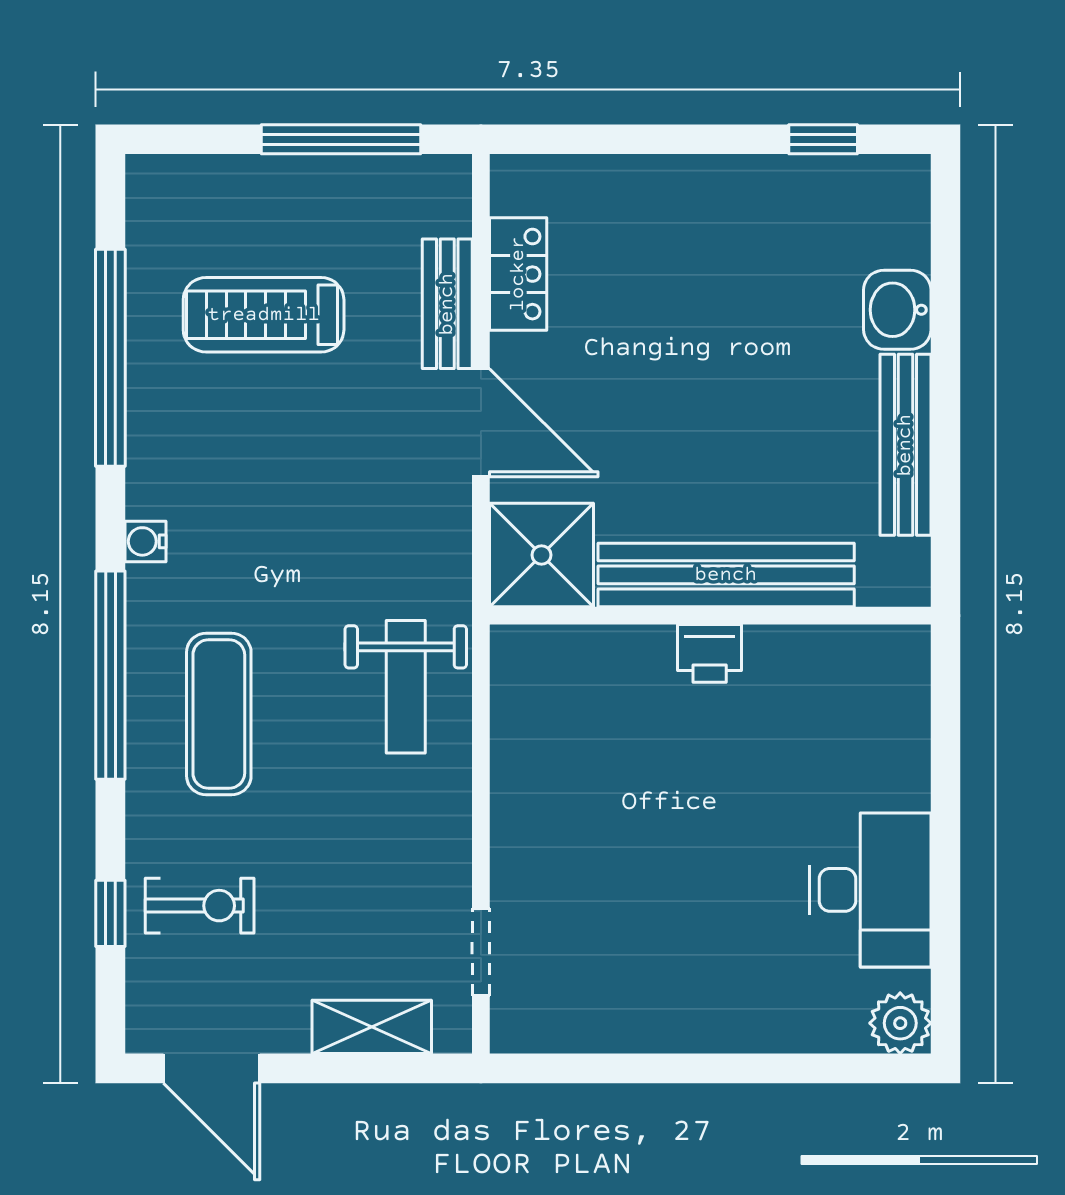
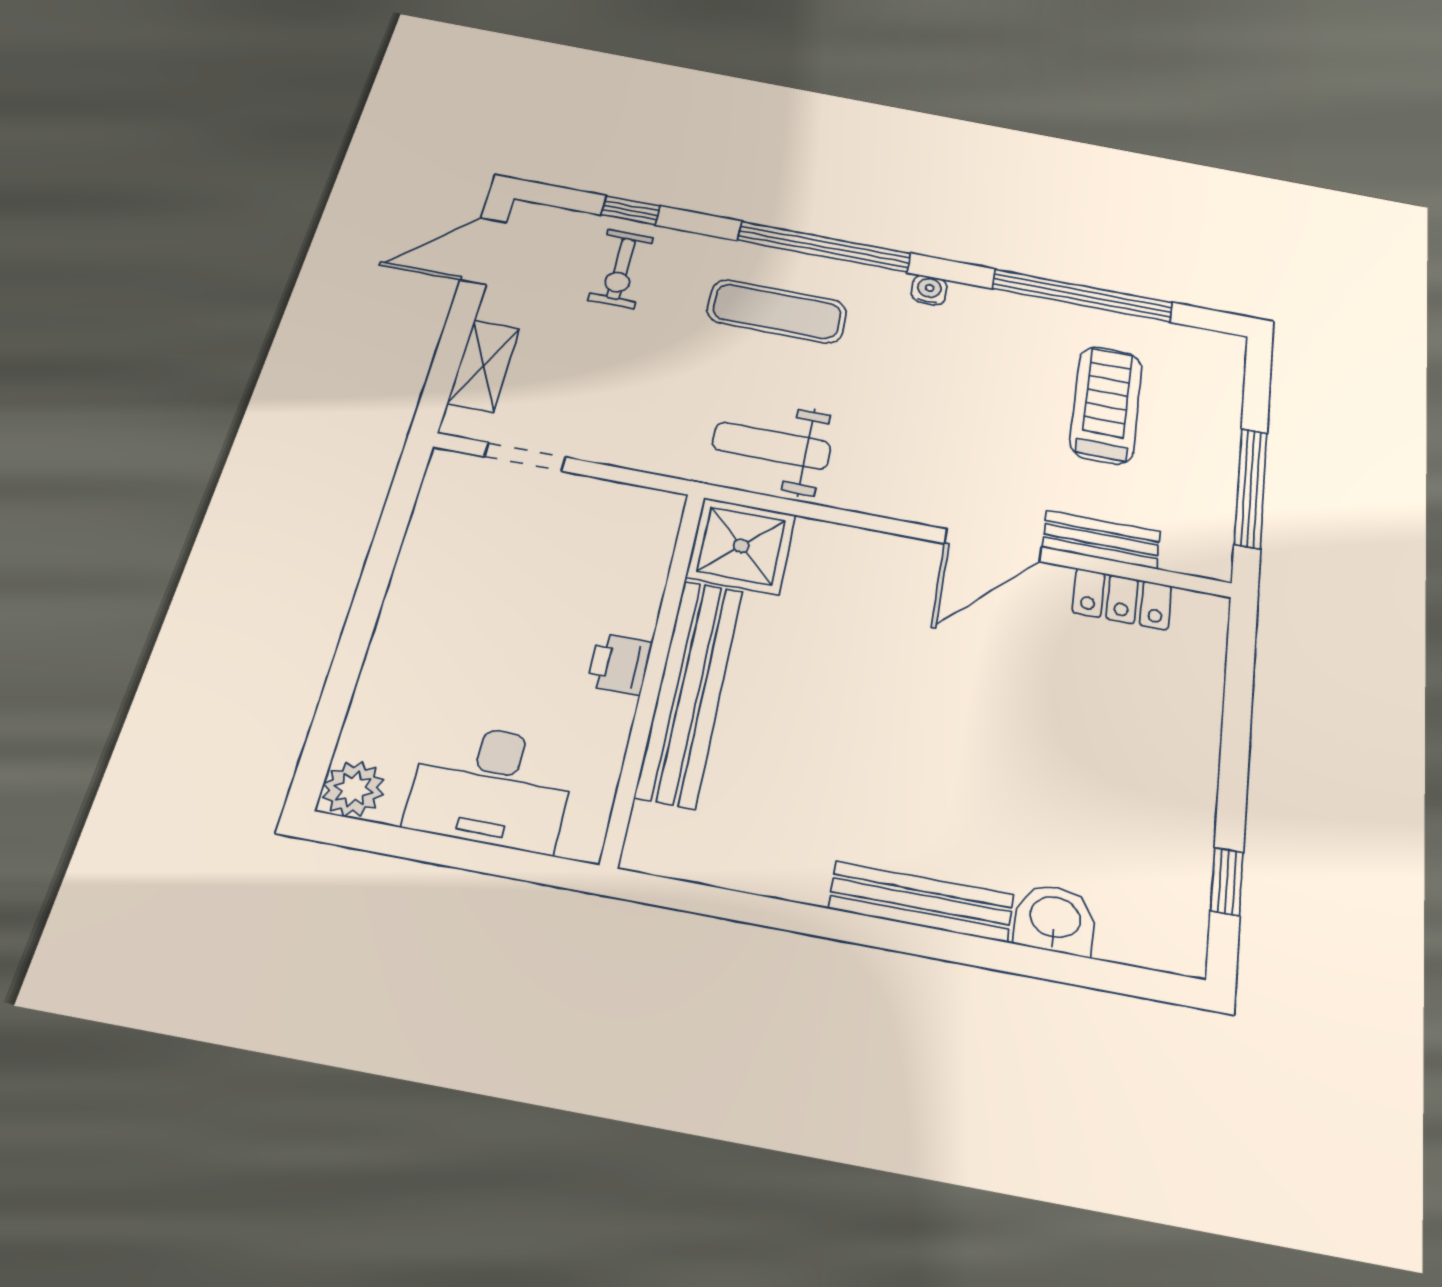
shower: (542, 555) -> (741, 546), moved
bench: (726, 575) -> (690, 692), moved
wall: (710, 616) -> (655, 671), moved
printer: (710, 653) -> (619, 664), moved

